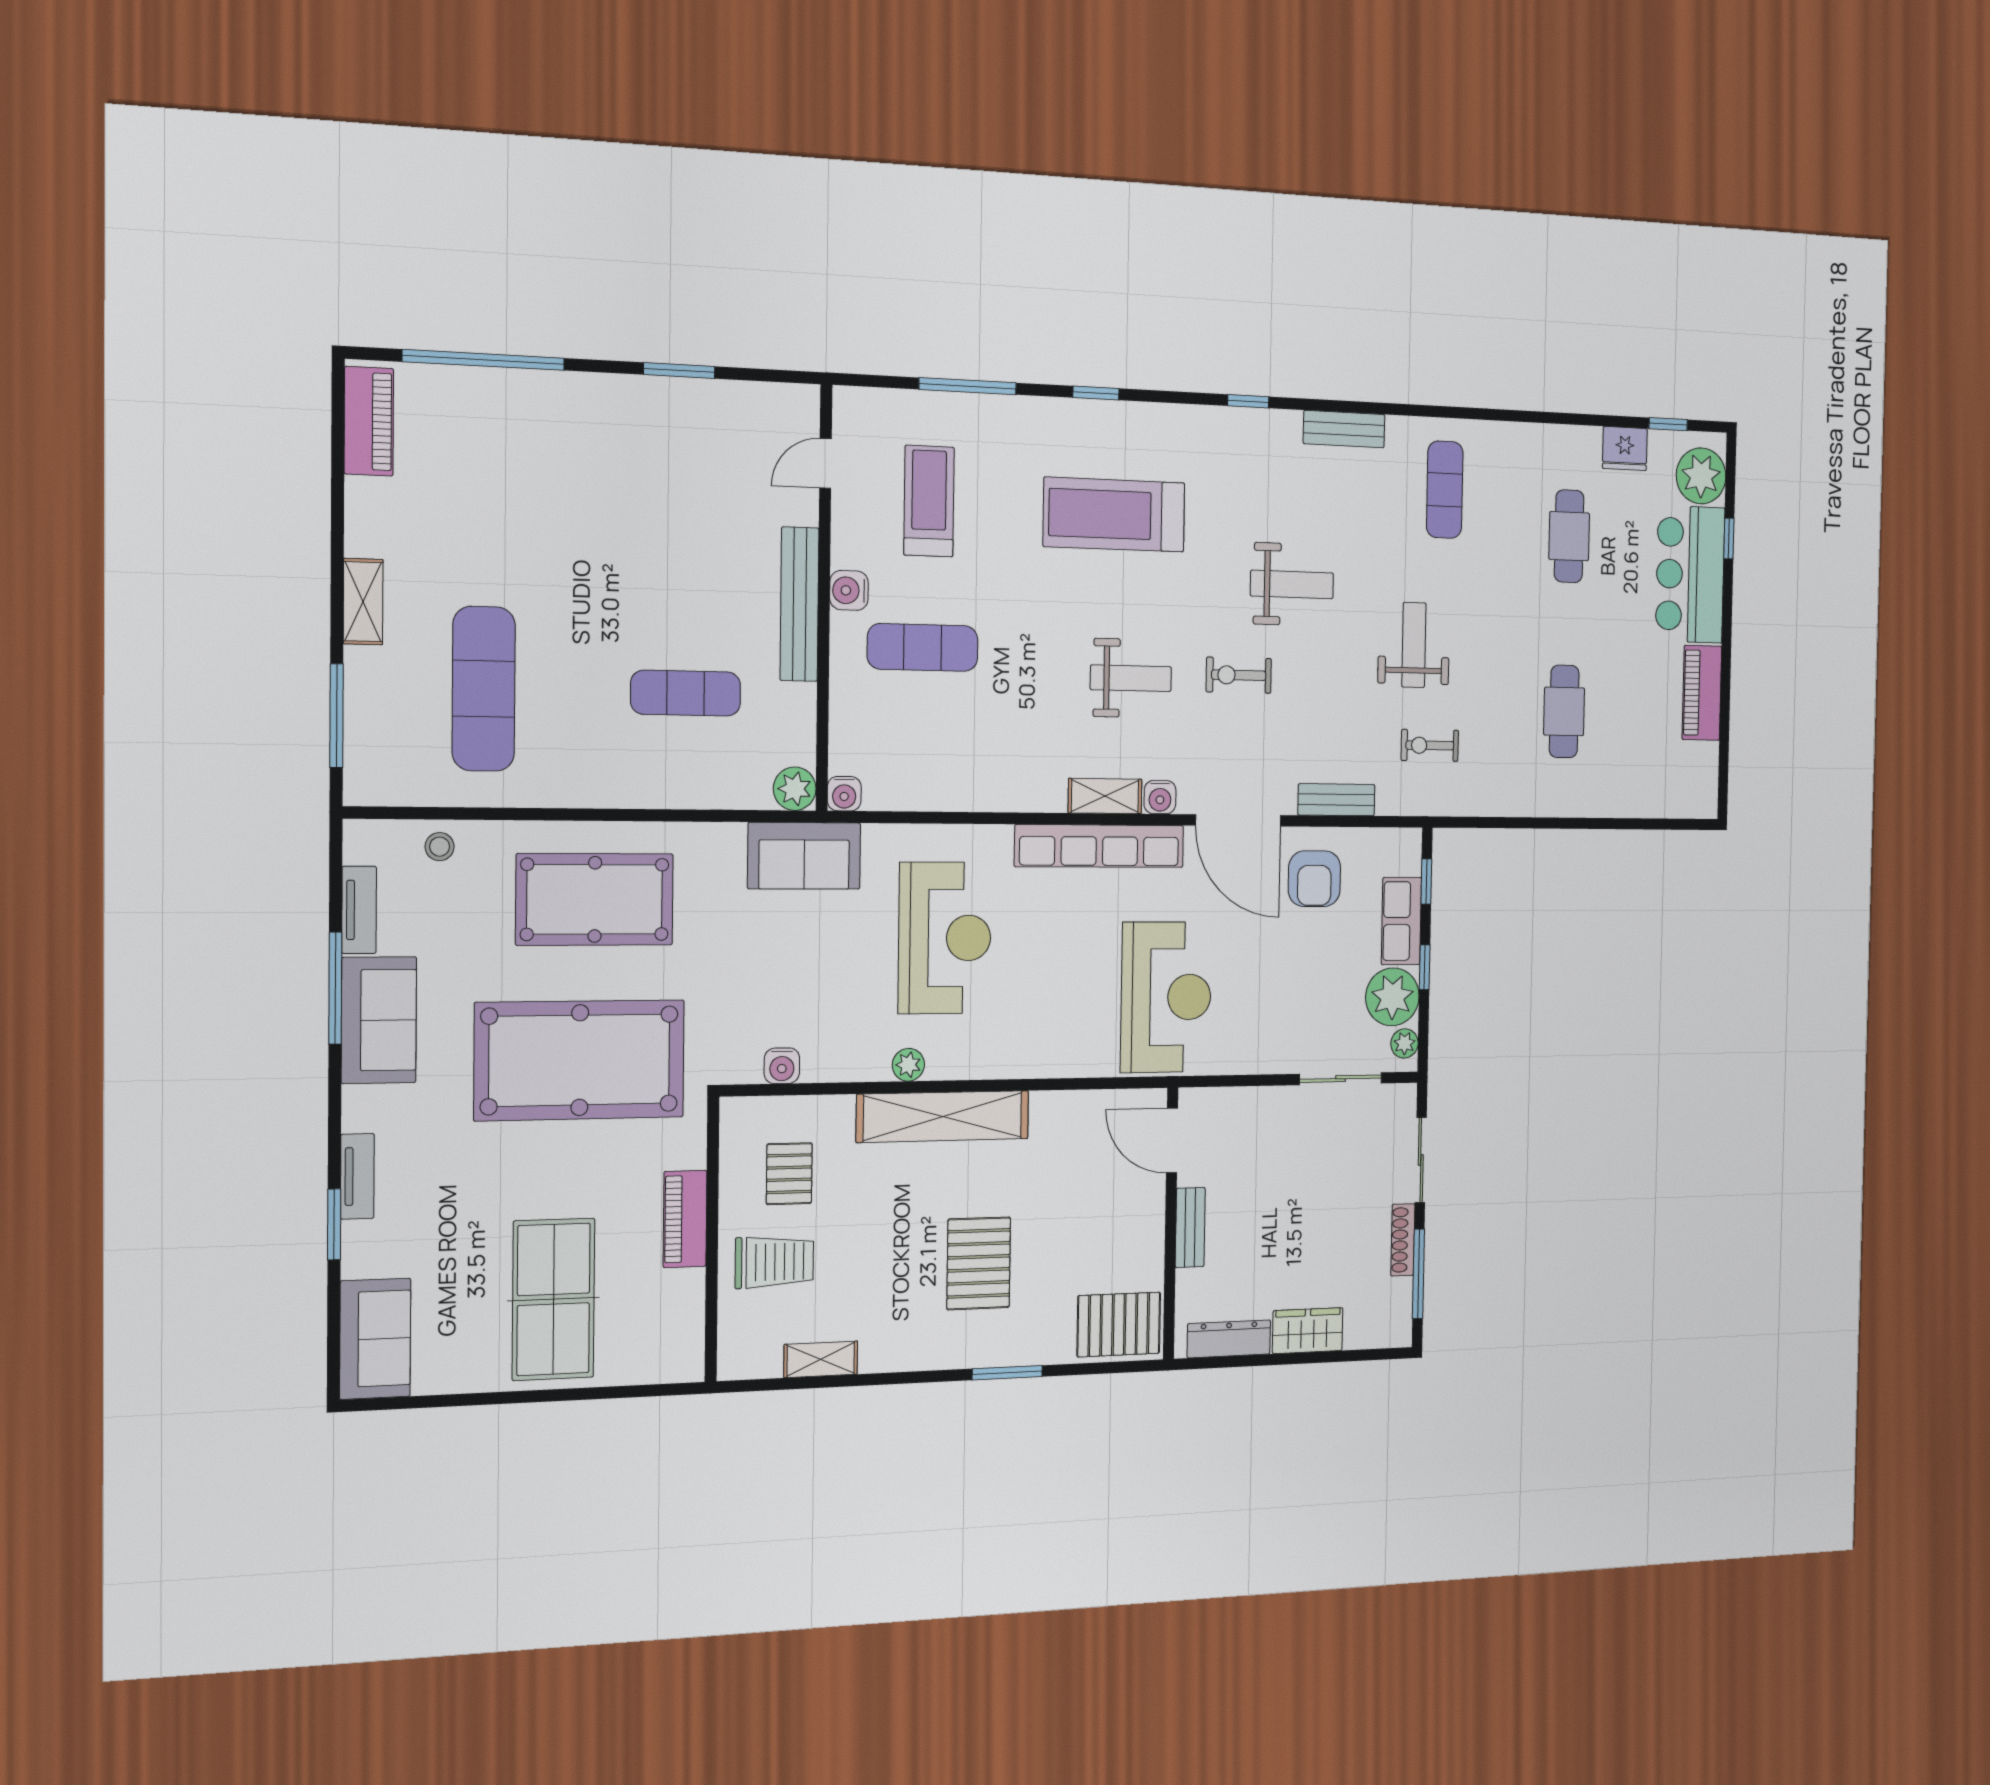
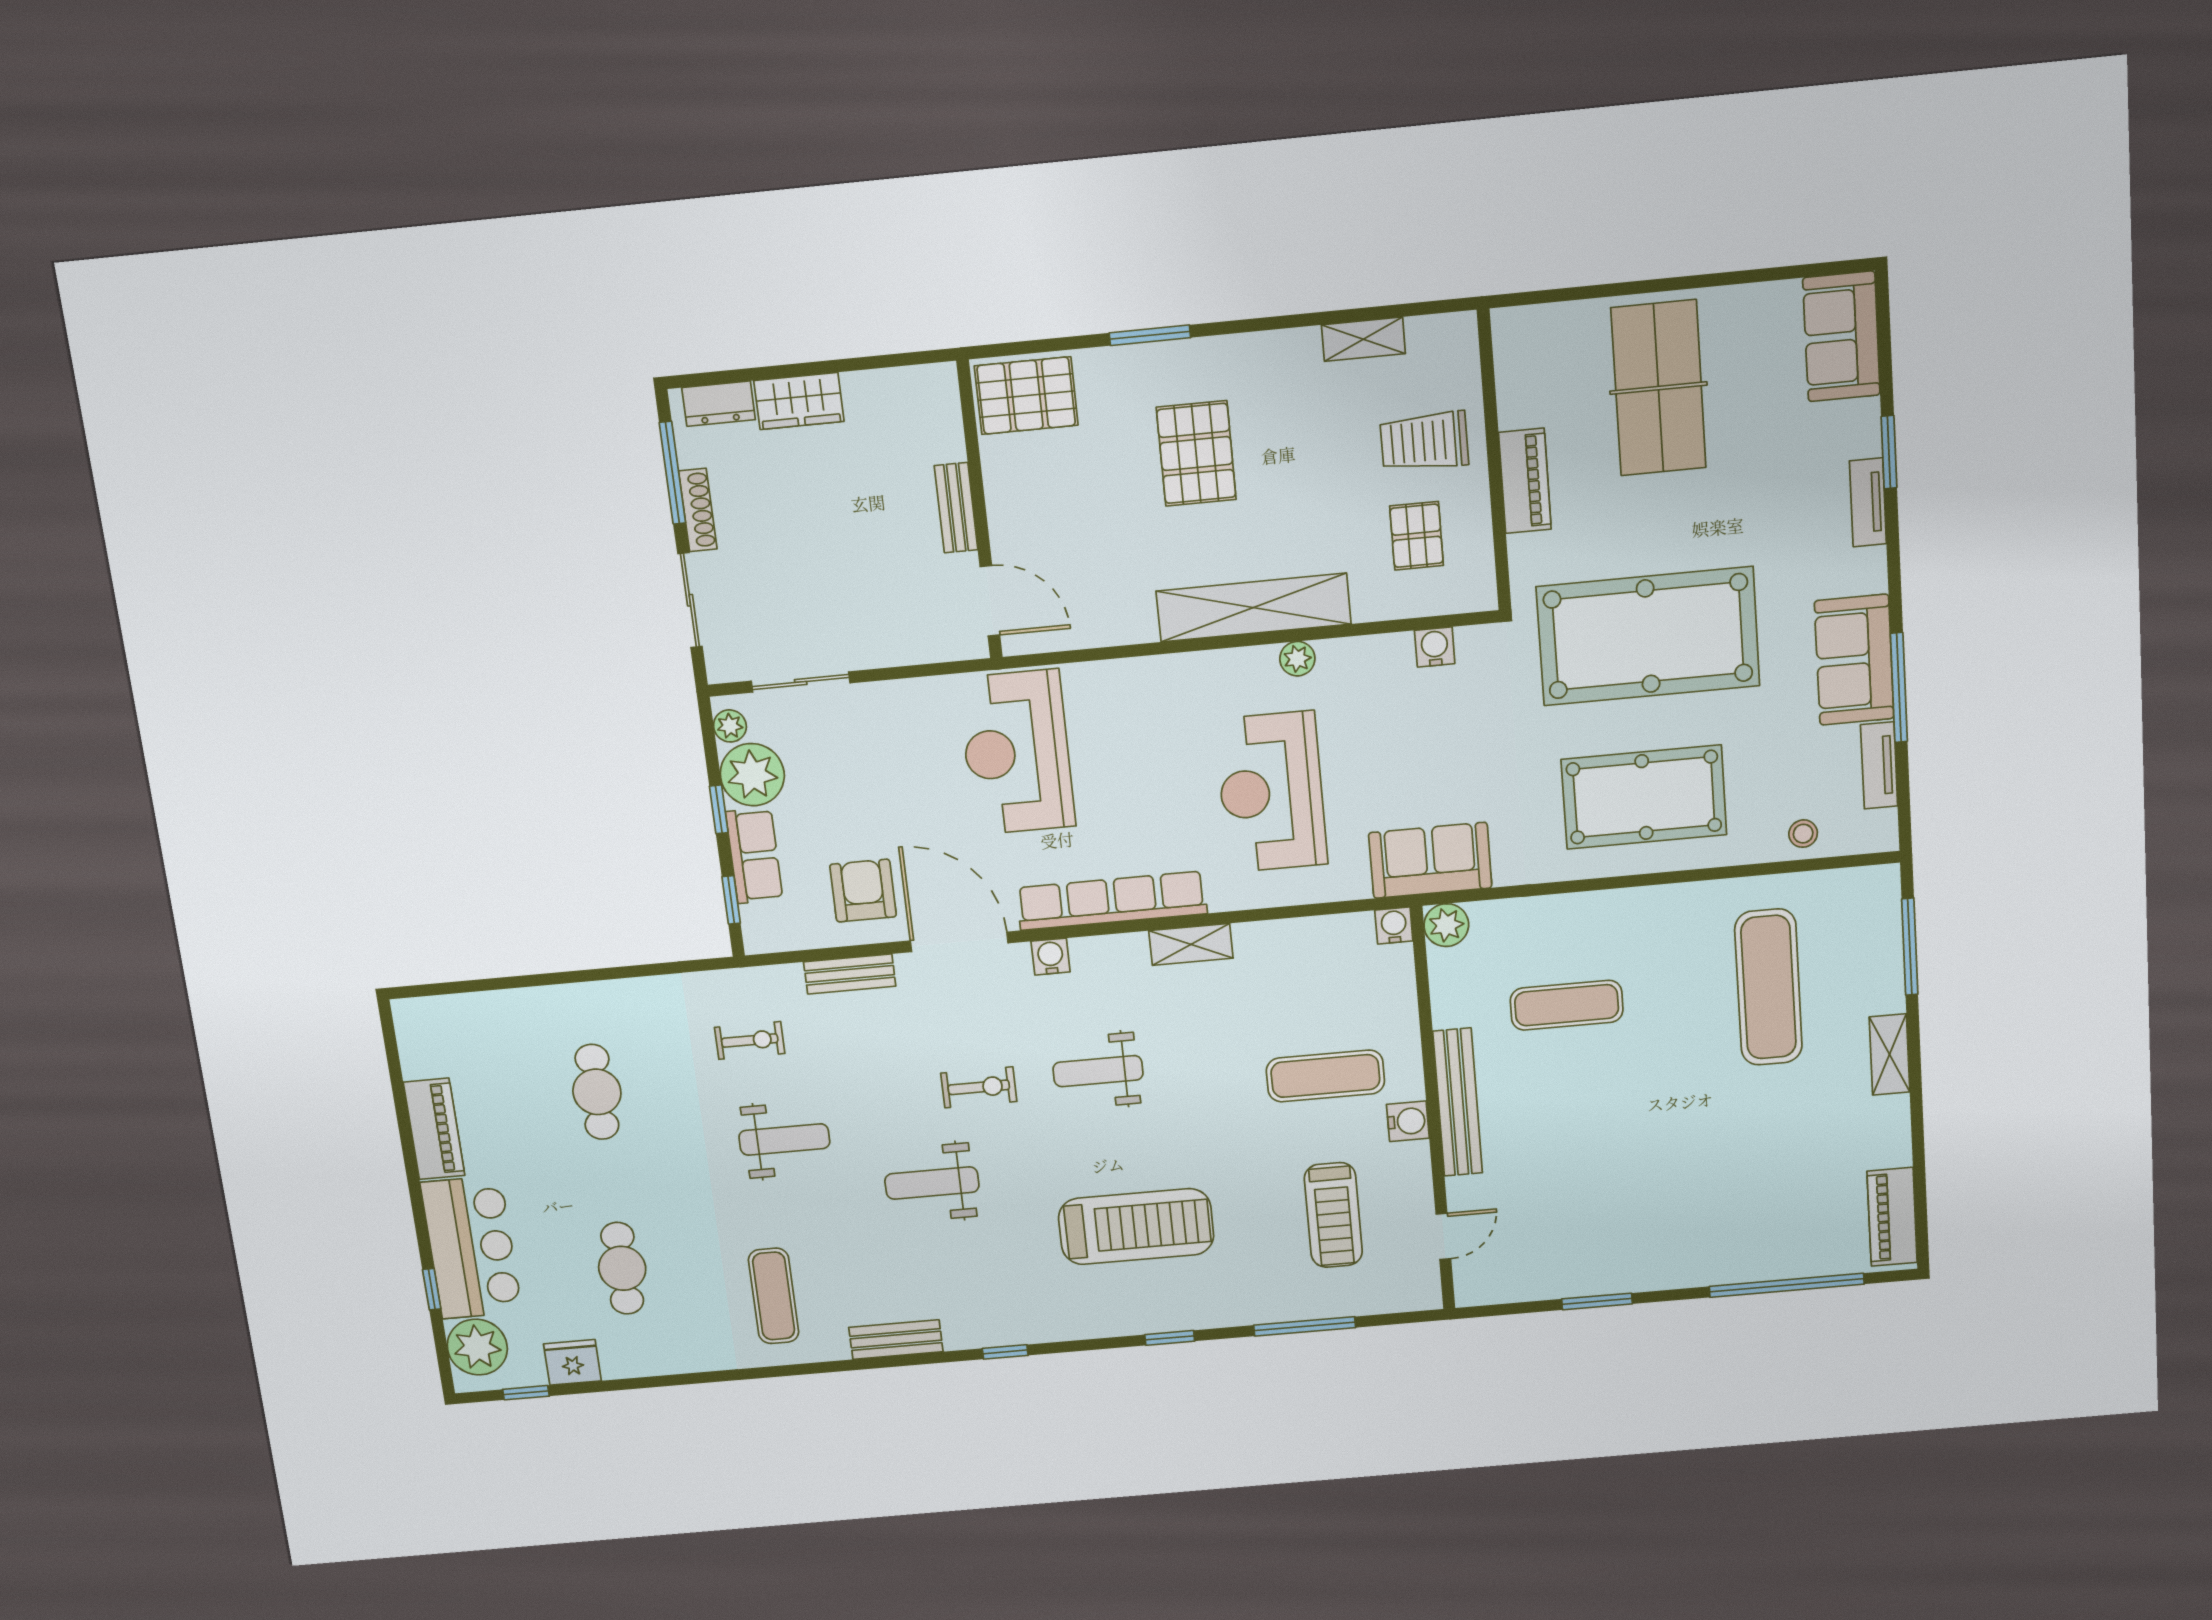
weight bench: (1414, 645) -> (784, 1139), turned -90
shelving: (1105, 796) -> (1191, 944), moved
dresser: (1229, 1339) -> (719, 404), moved, width x0.70

